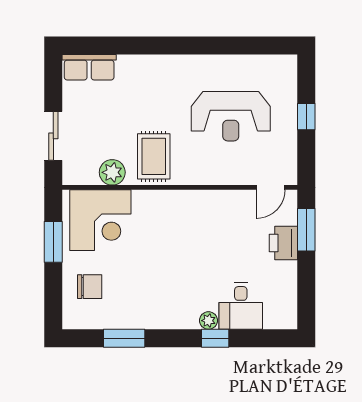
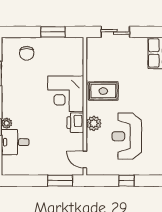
plant: (112, 172) -> (94, 123), moved
corner desk: (100, 220) -> (66, 94), moved
printer: (283, 243) -> (75, 123), moved, turned -90

